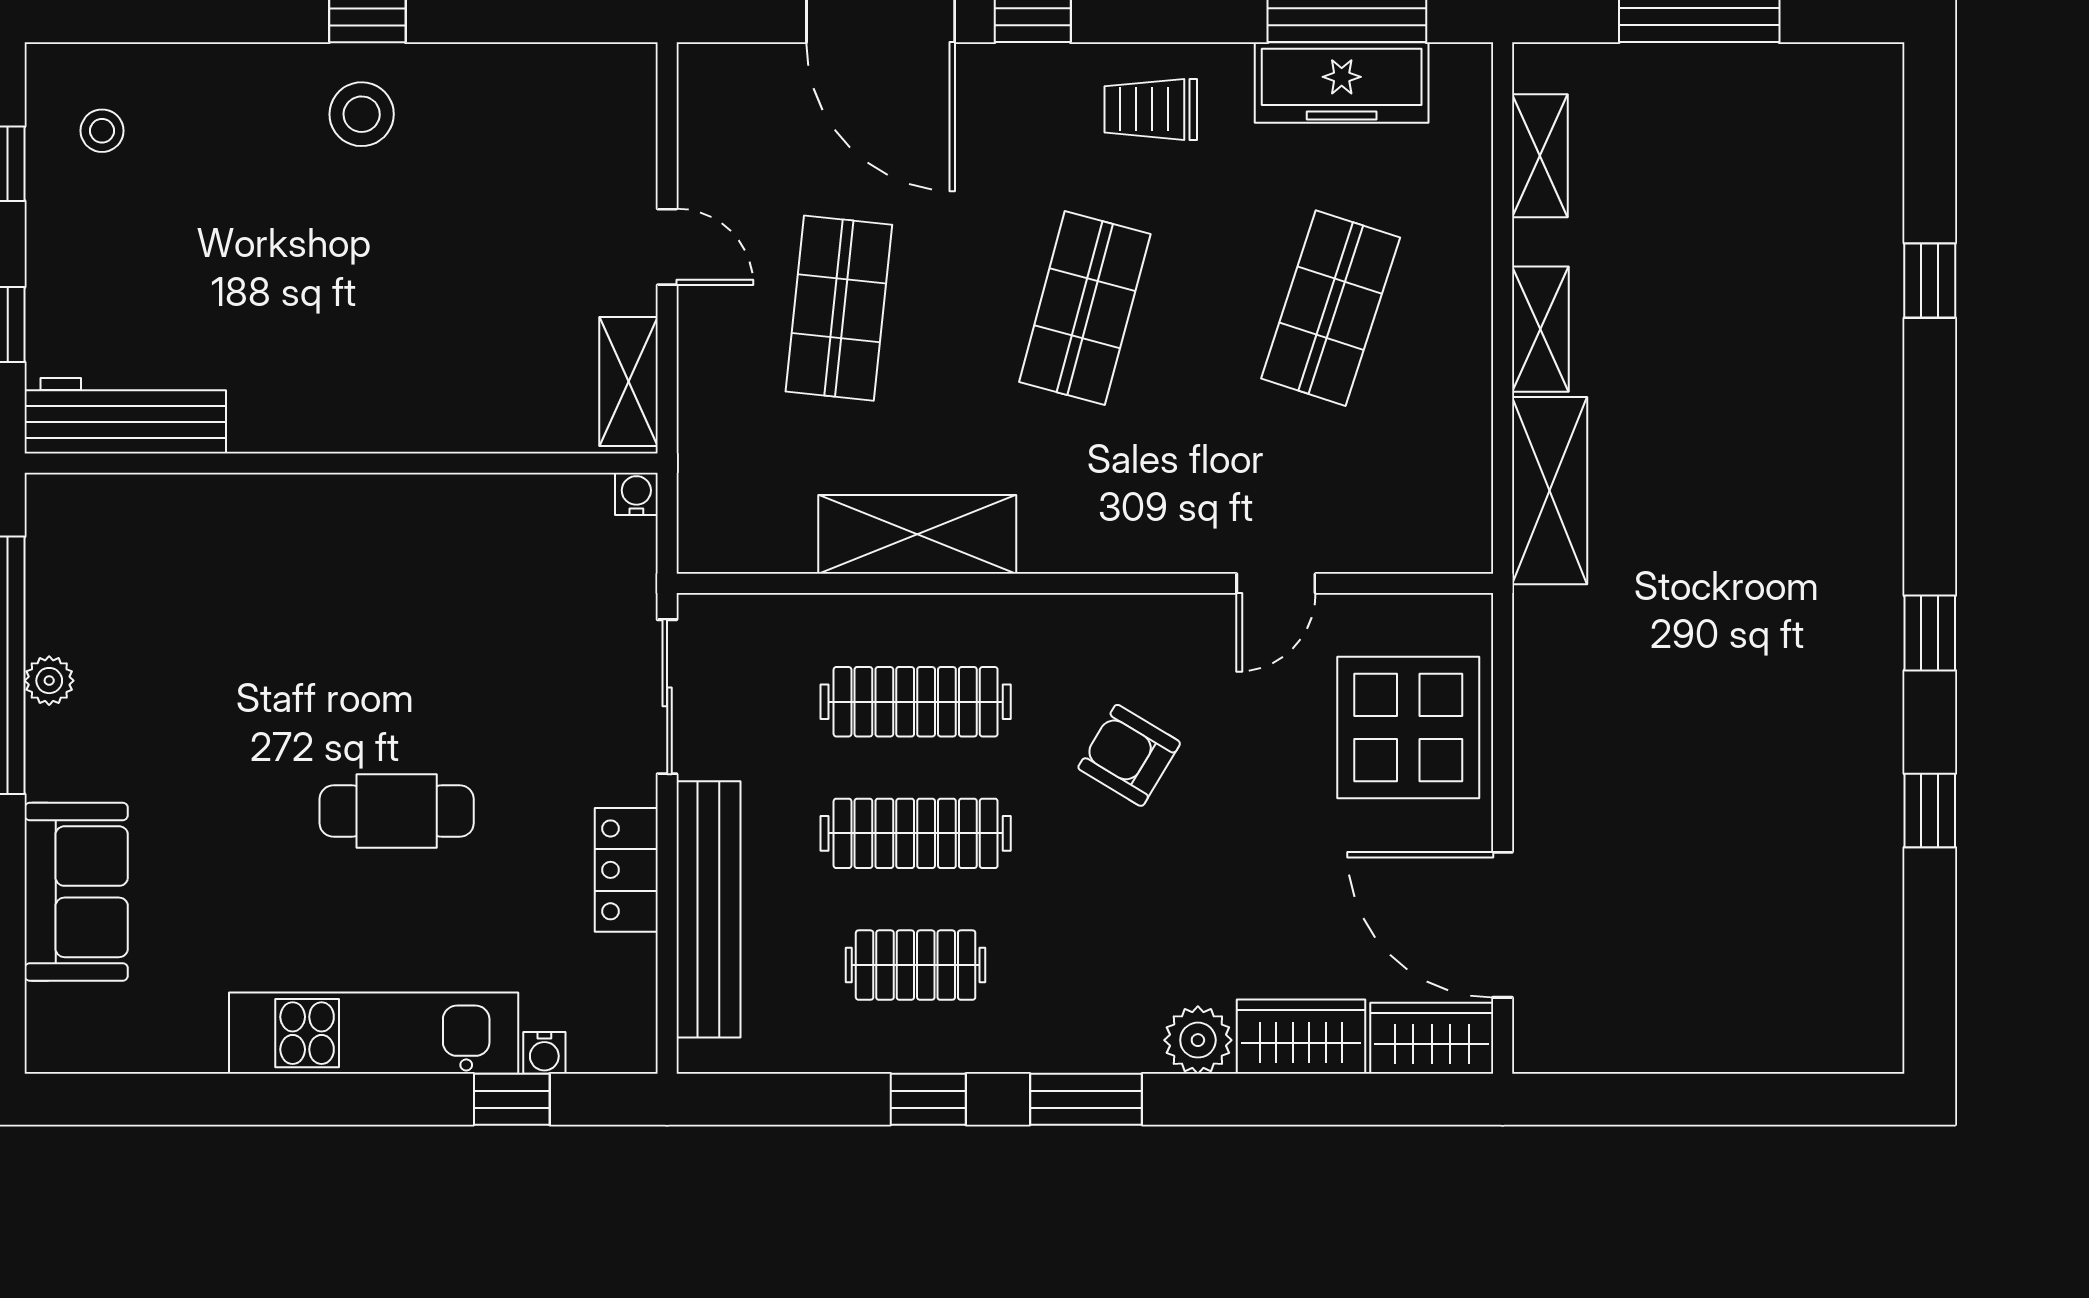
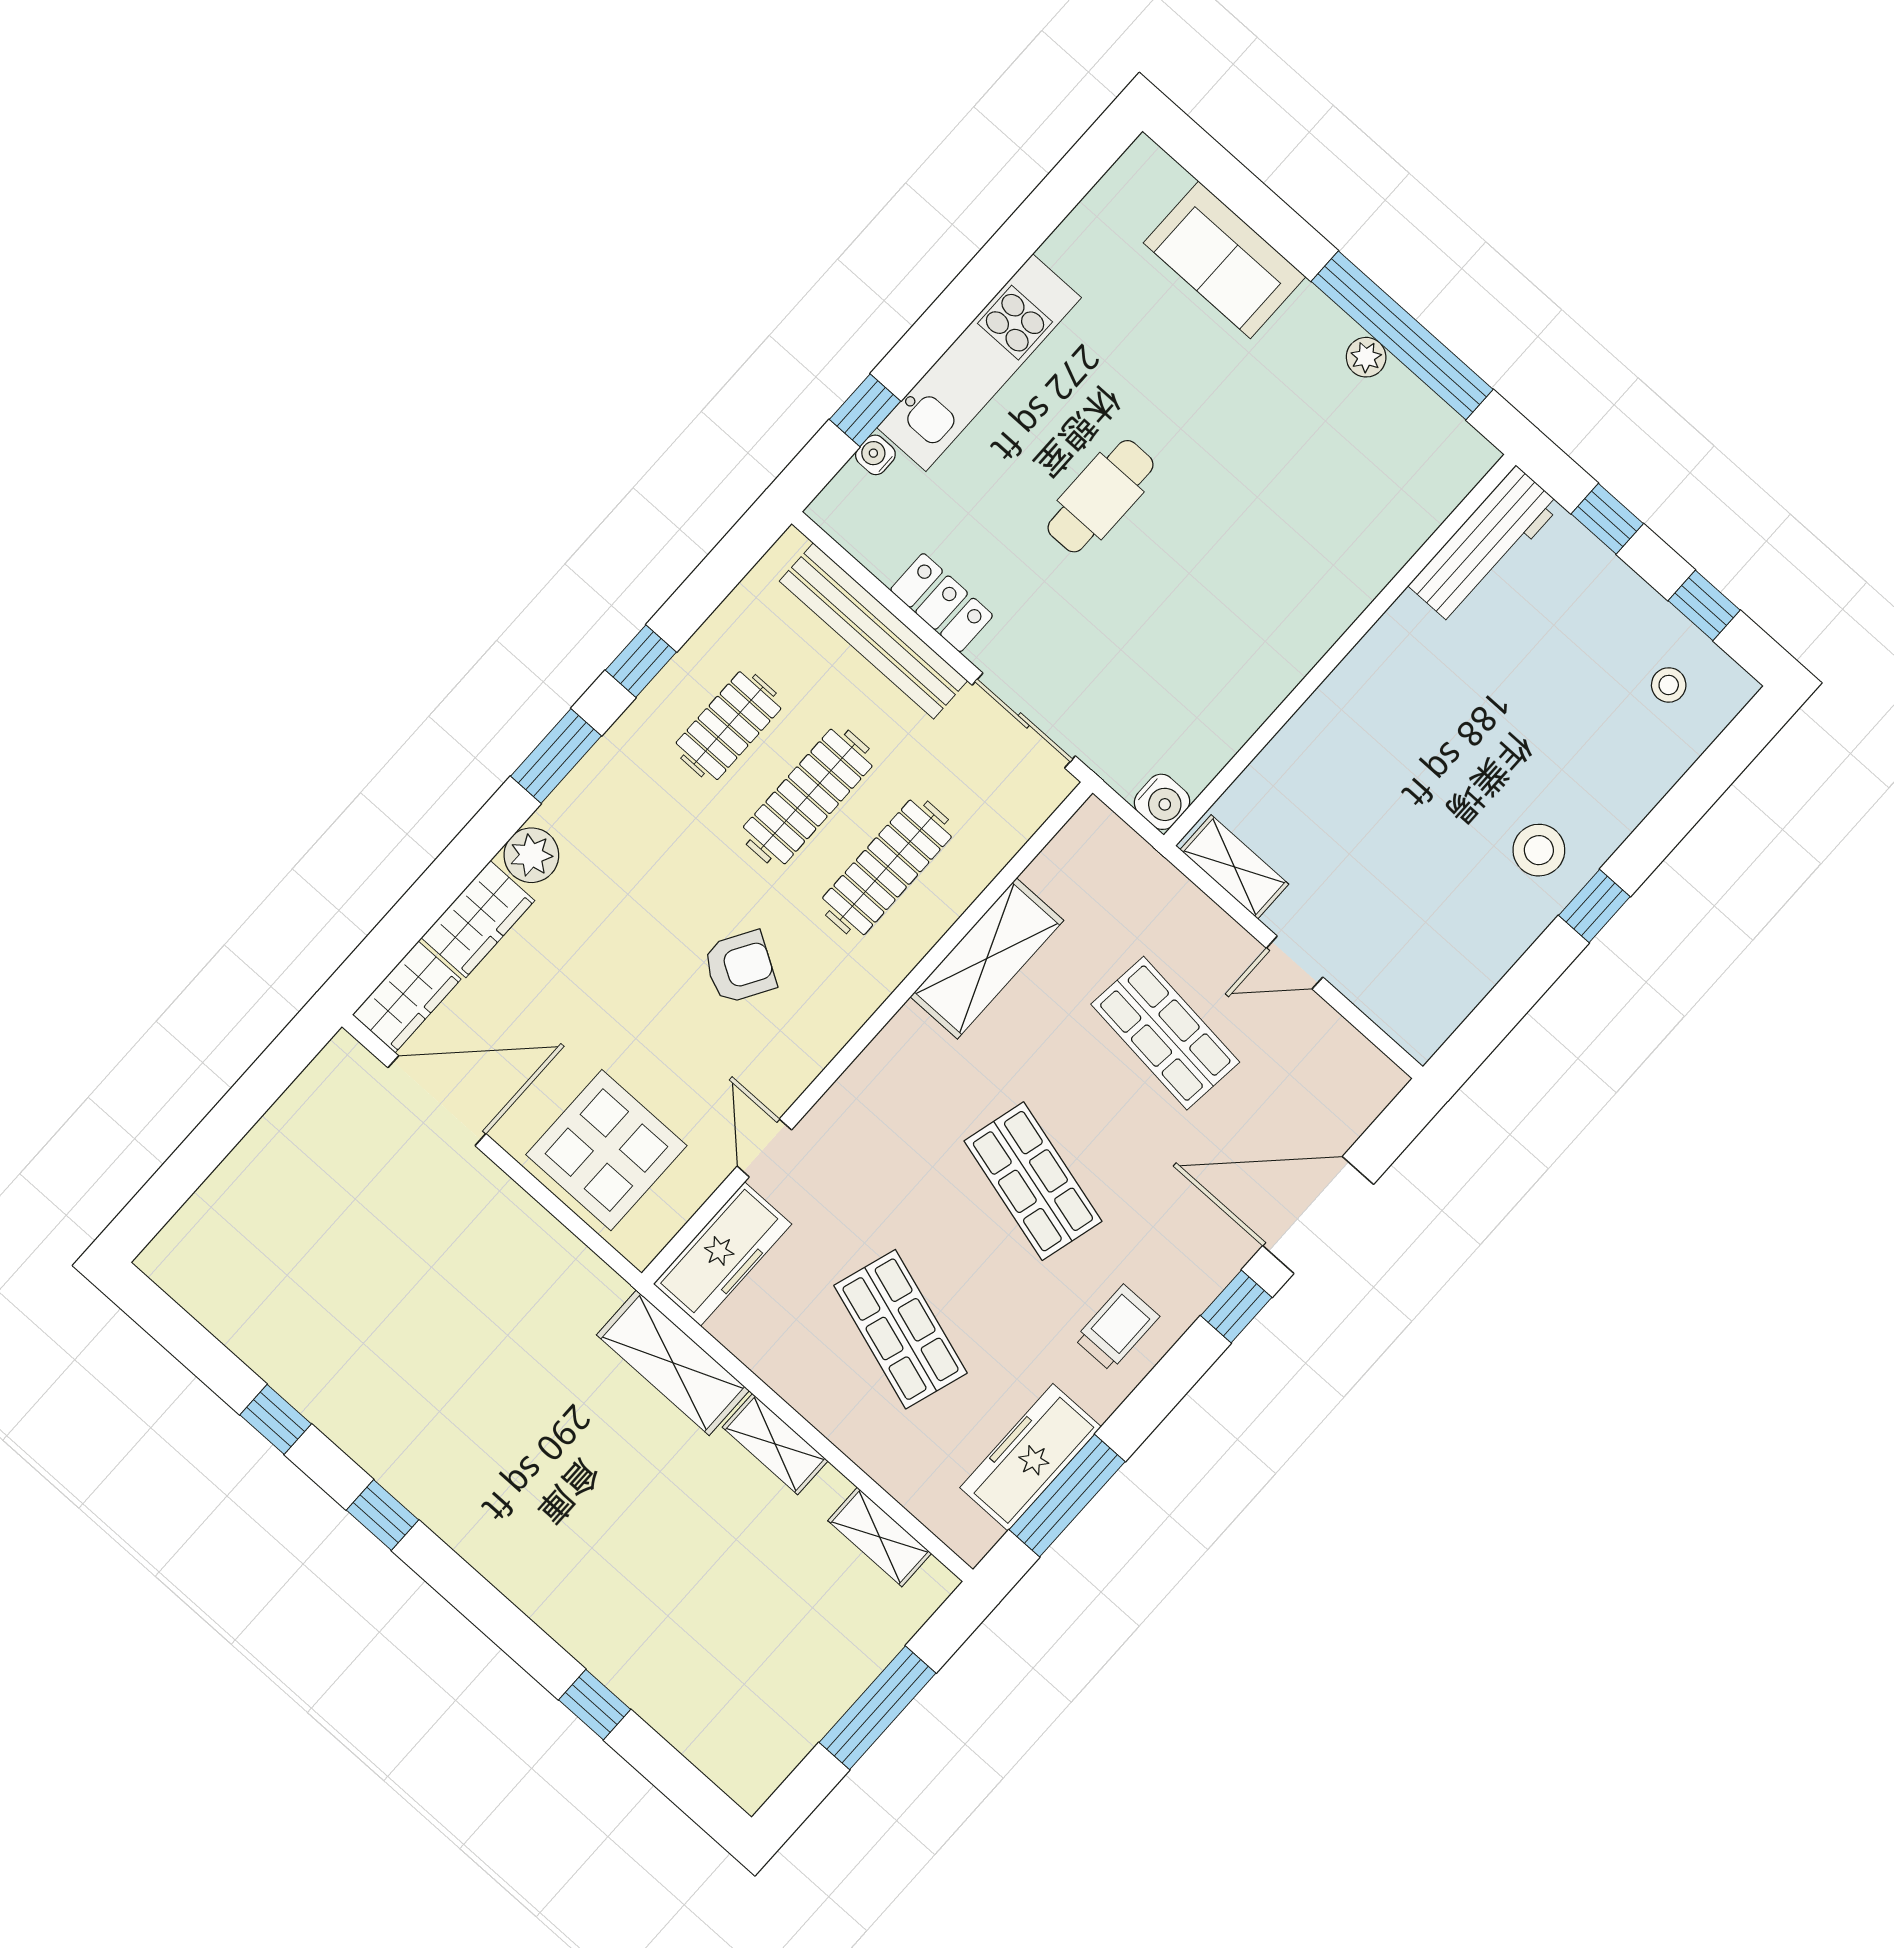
water cooler: (636, 494) -> (1162, 802), width x1.38, depth x1.38
freezer: (1408, 534) -> (723, 1254), added

